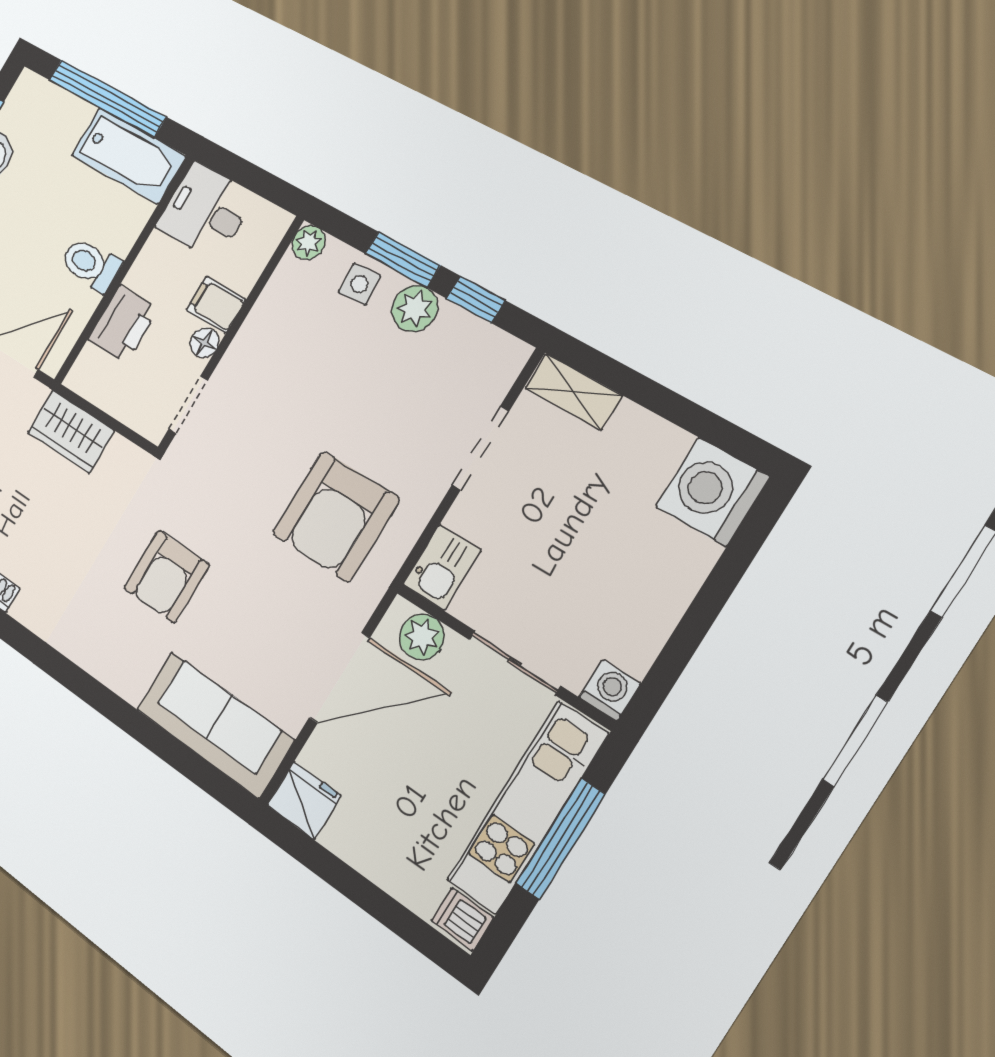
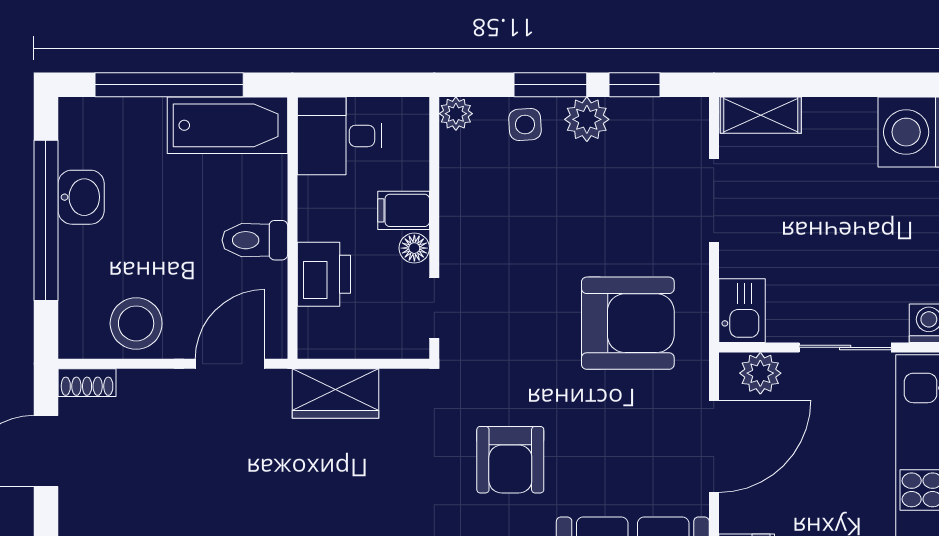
armchair: (336, 516) -> (628, 323), turned -90

